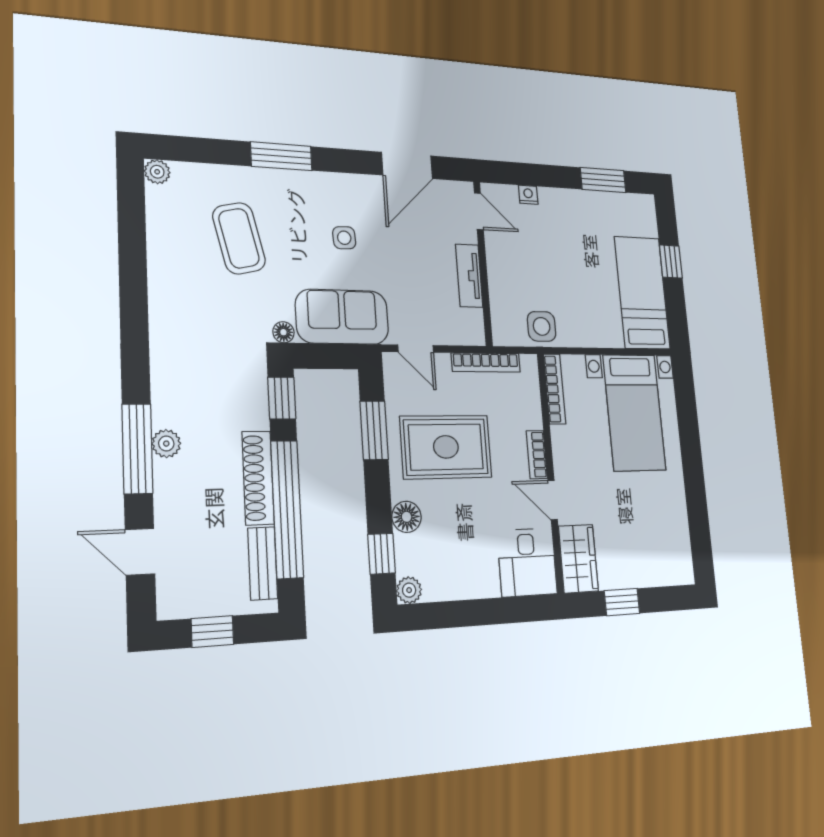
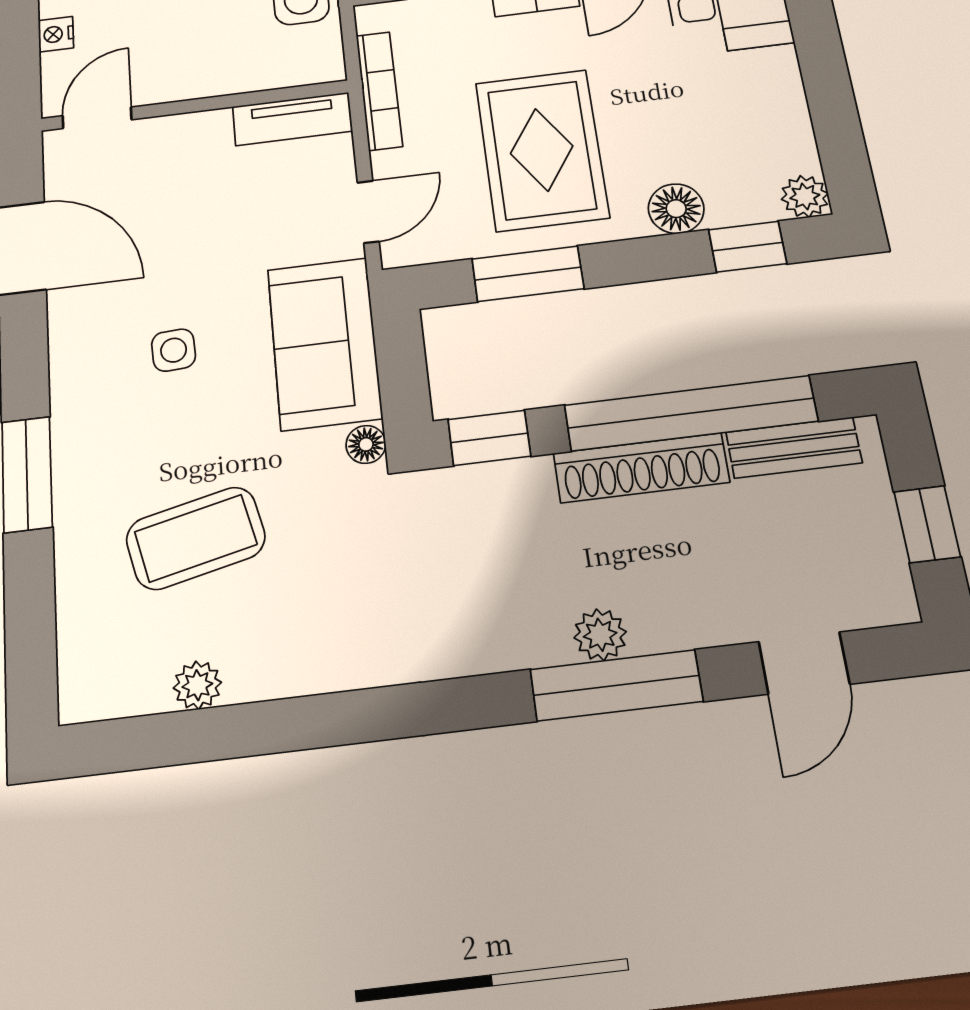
plant: (157, 172) -> (197, 685), moved
tv unit: (469, 276) -> (292, 119), moved

